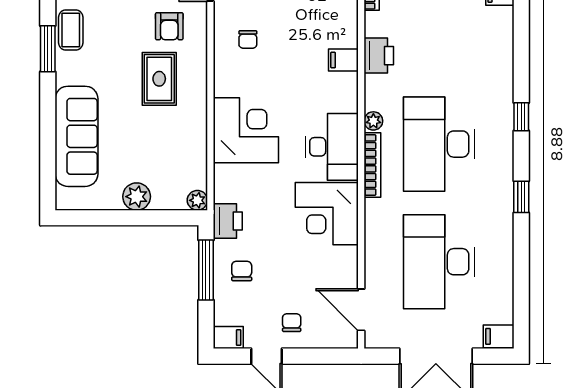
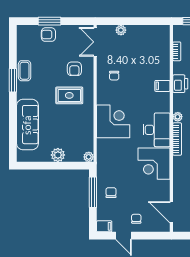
rug: (159, 79) -> (69, 95), turned 90
printer: (228, 221) -> (104, 167), removed

